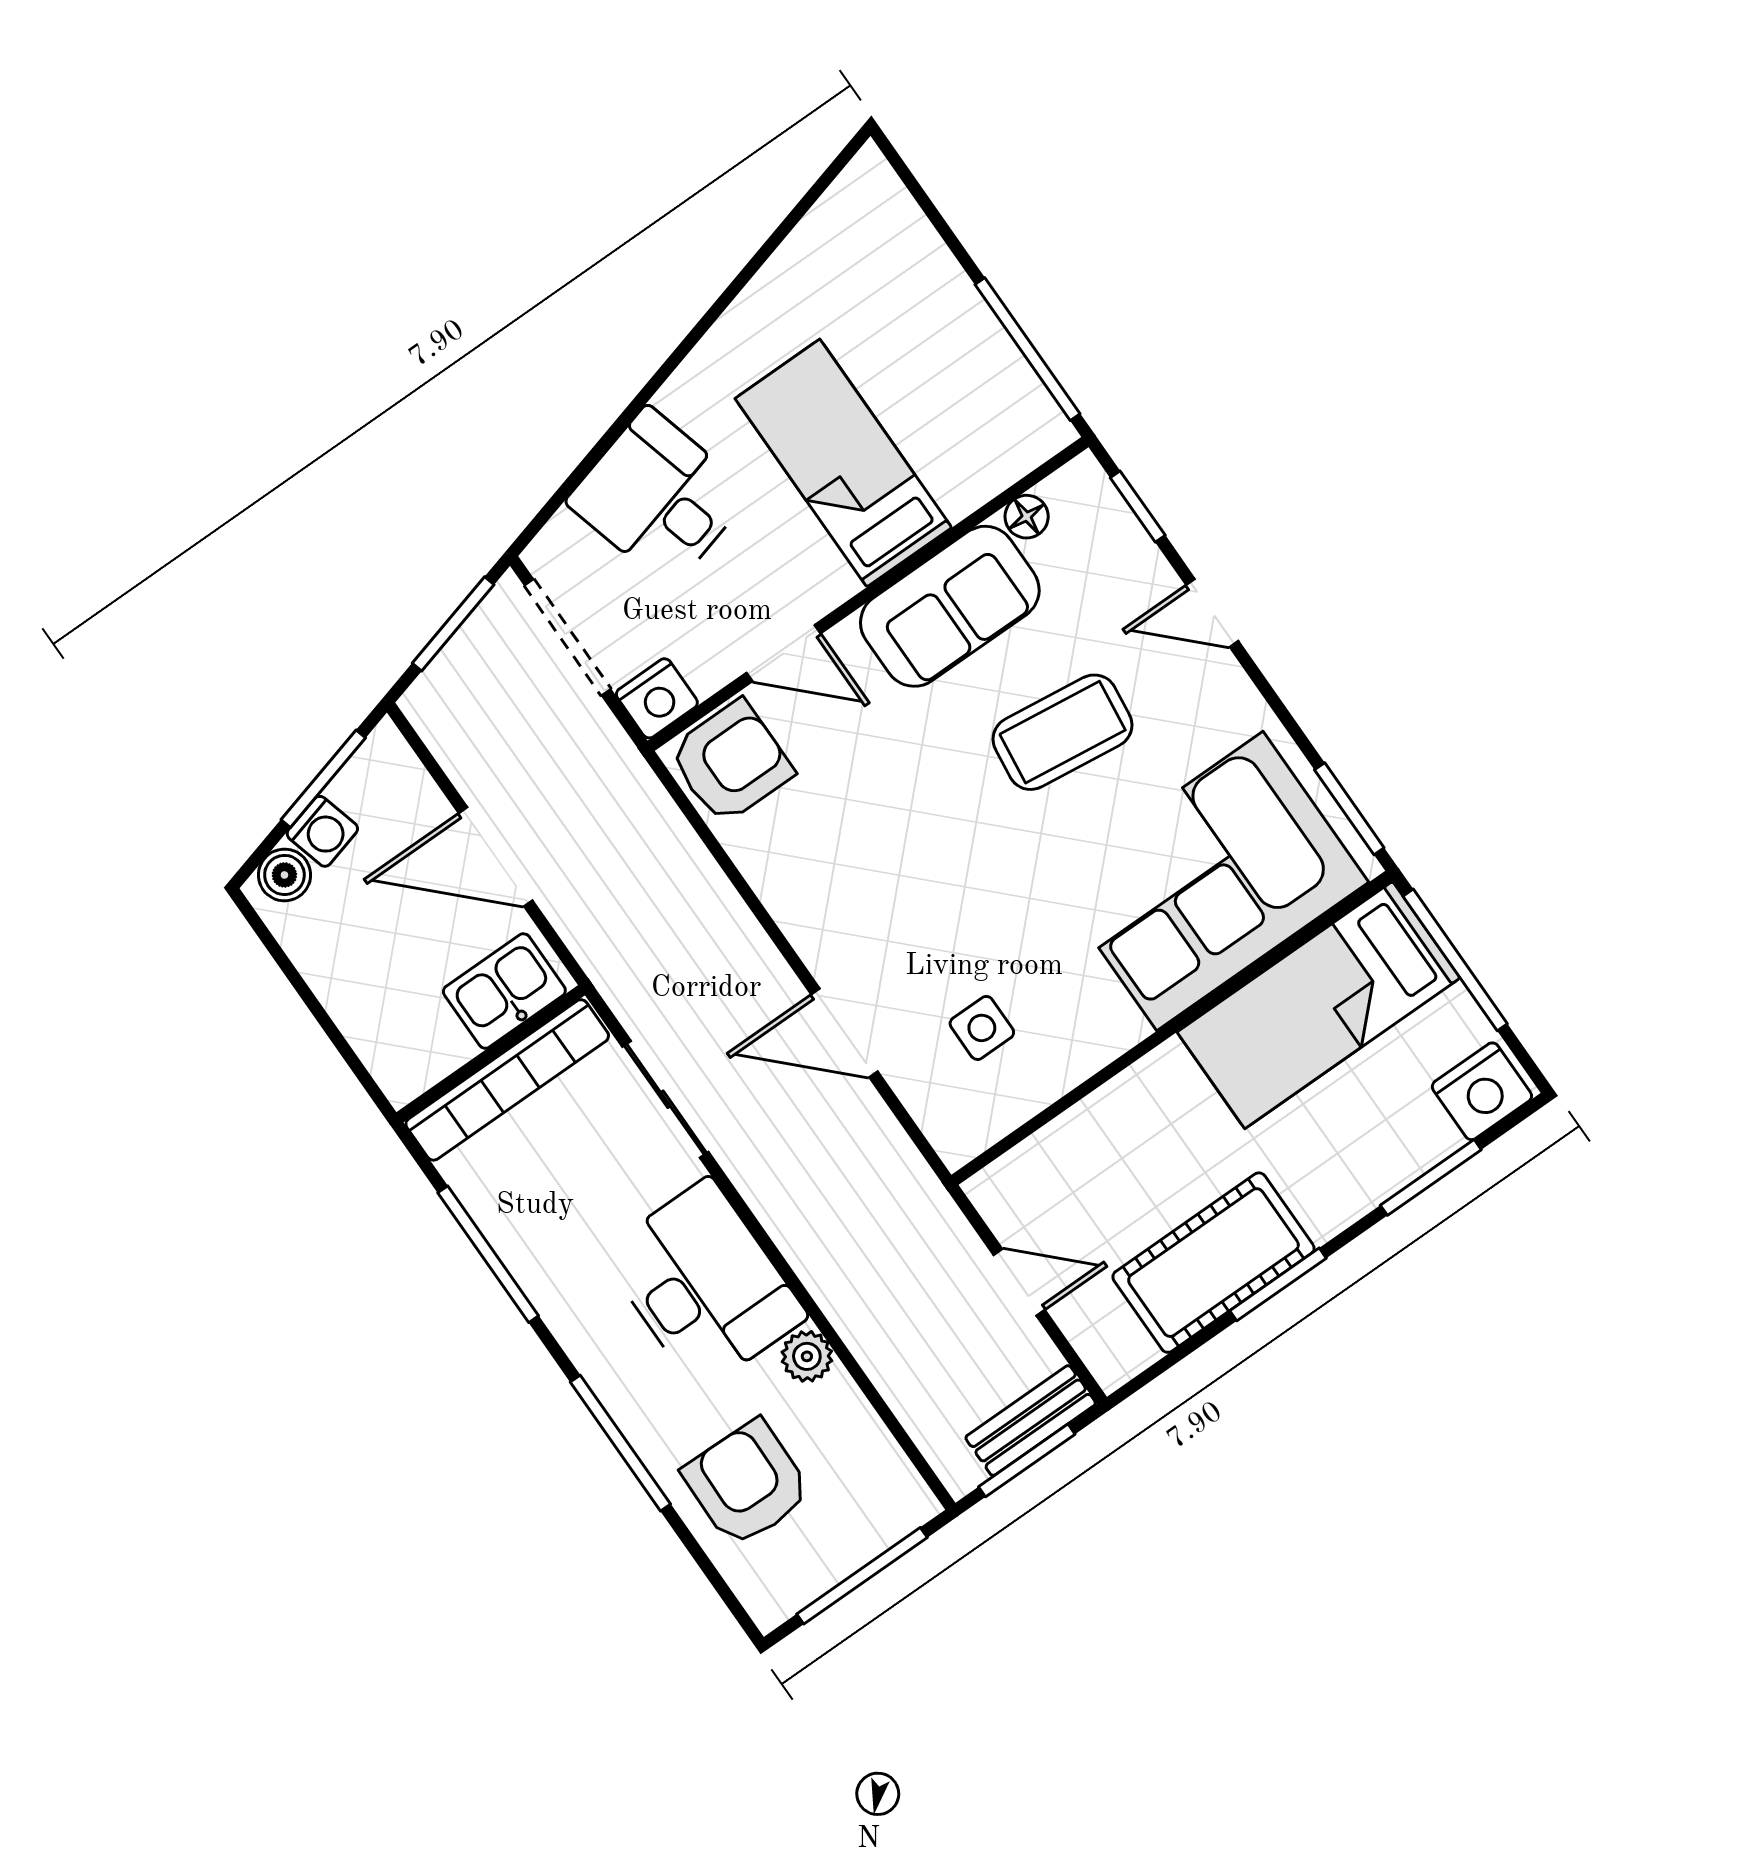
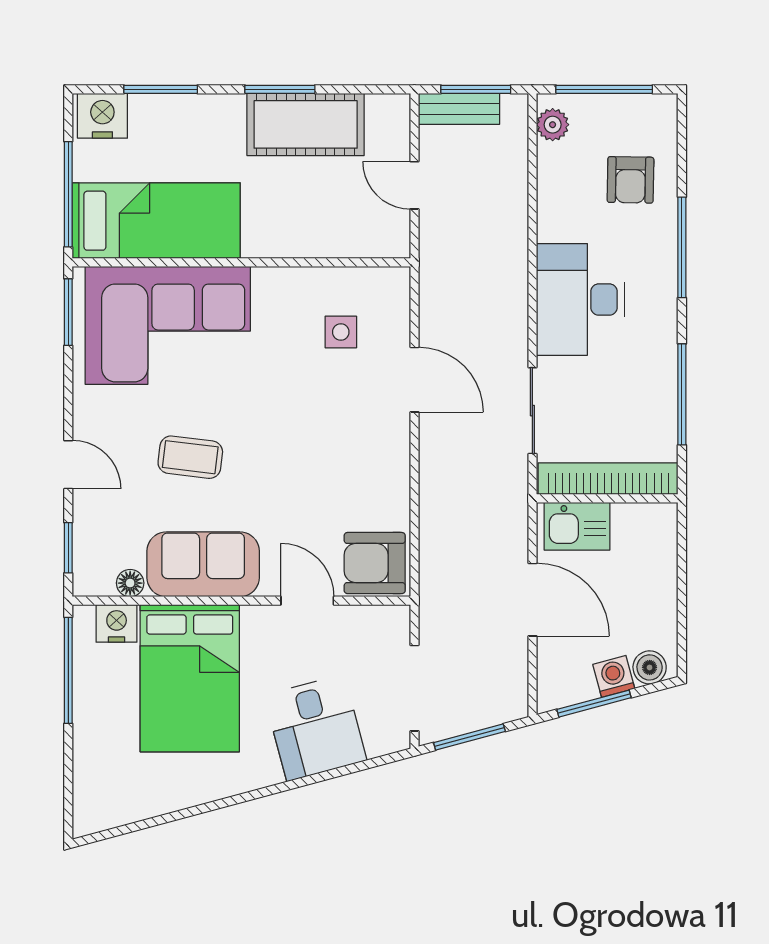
bed: (843, 463) -> (190, 678), width x1.50
nightstand: (657, 698) -> (117, 623), moved
coffee table: (1063, 732) -> (190, 457), width x0.73, depth x0.77
plant: (807, 1356) -> (553, 125), moved
armchair: (747, 1483) -> (630, 180), width x0.72, depth x0.72

